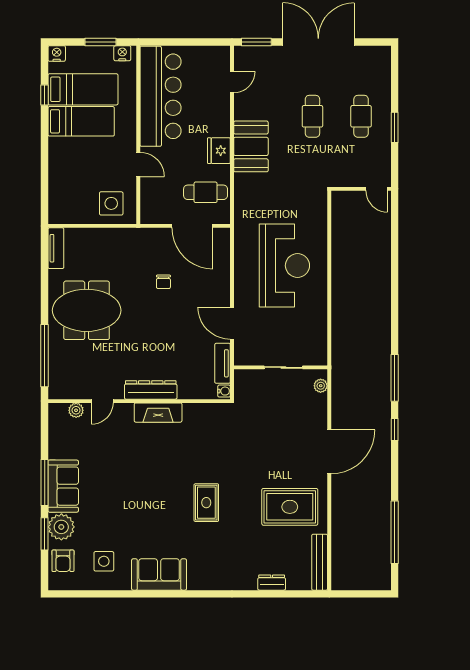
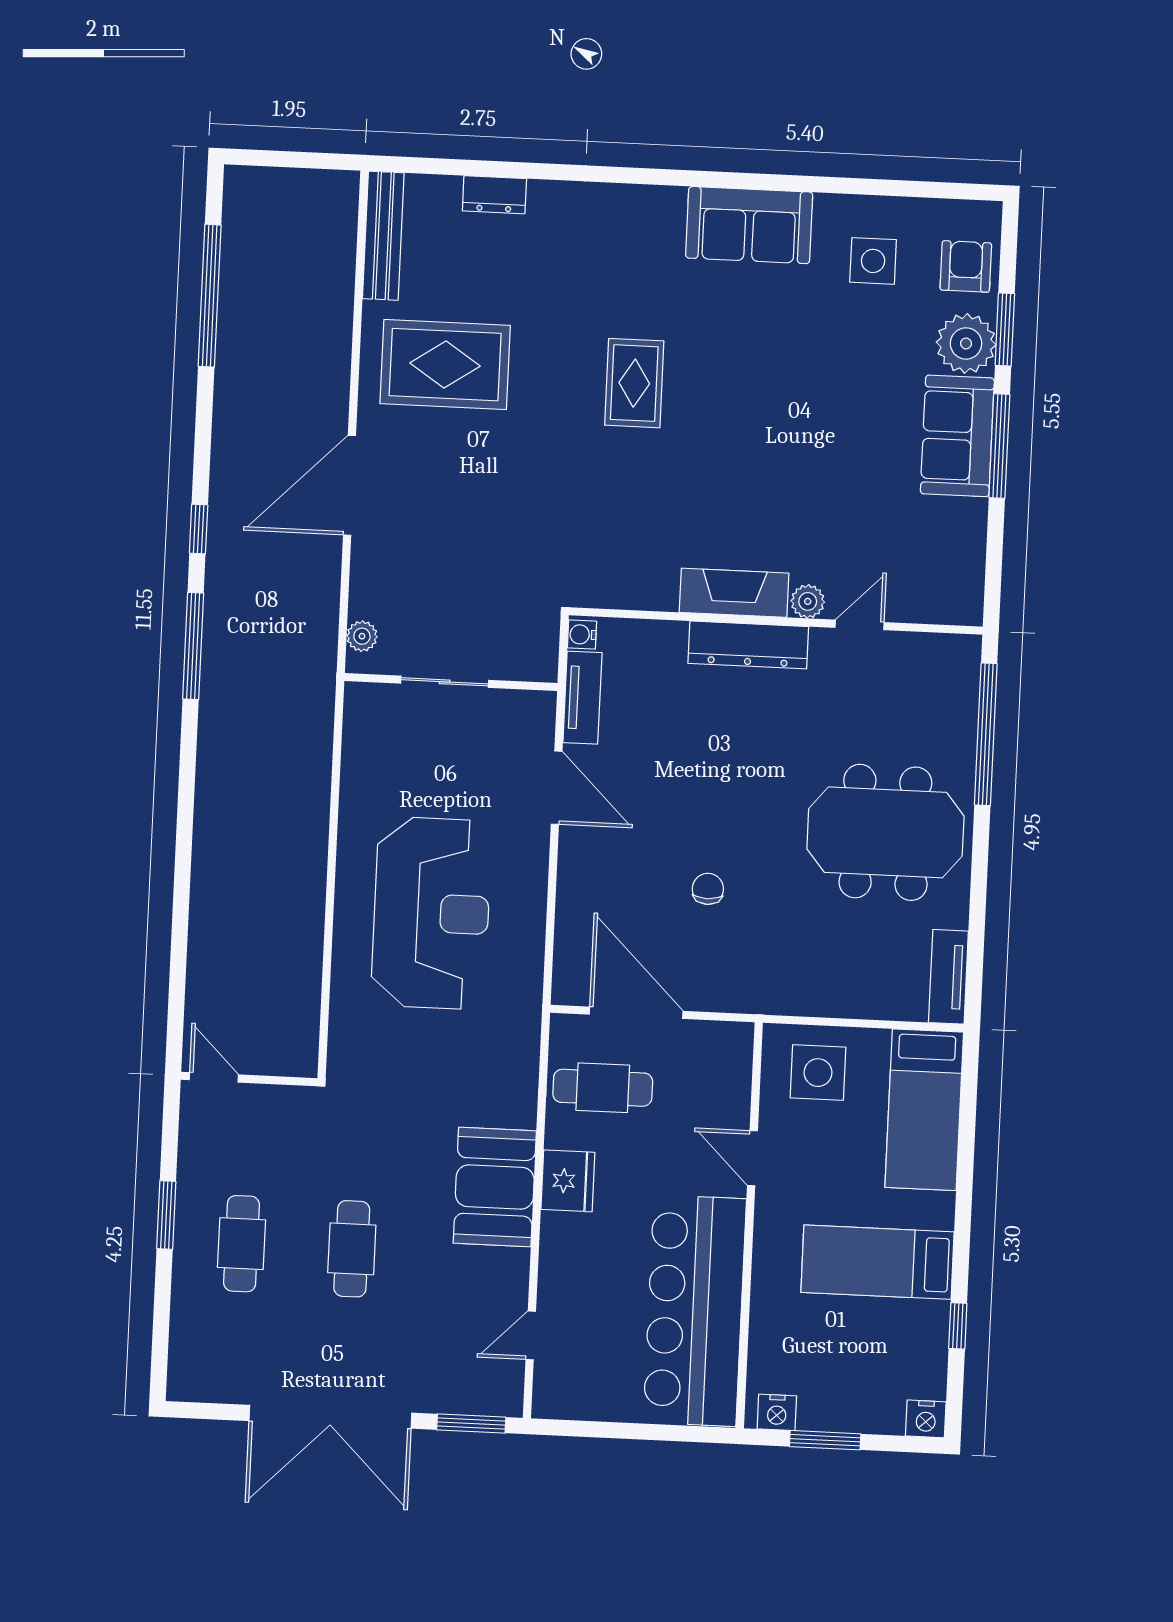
bed: (83, 89) -> (924, 1110), moved, turned -90
reception desk: (284, 266) -> (431, 913), turned 180
plant: (76, 410) -> (808, 601), moved

